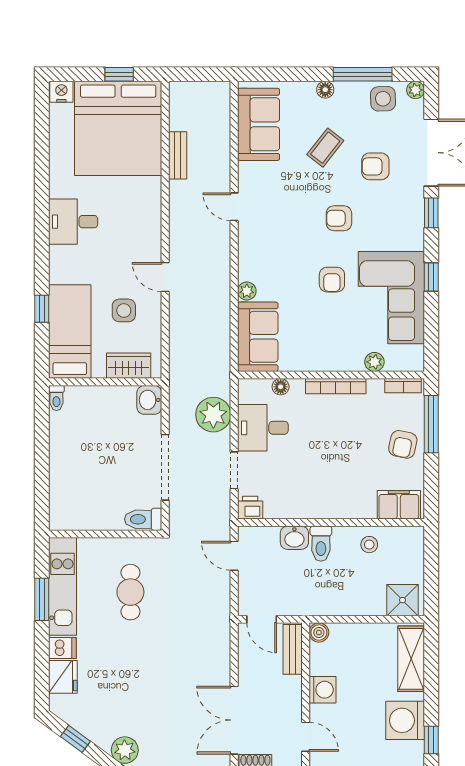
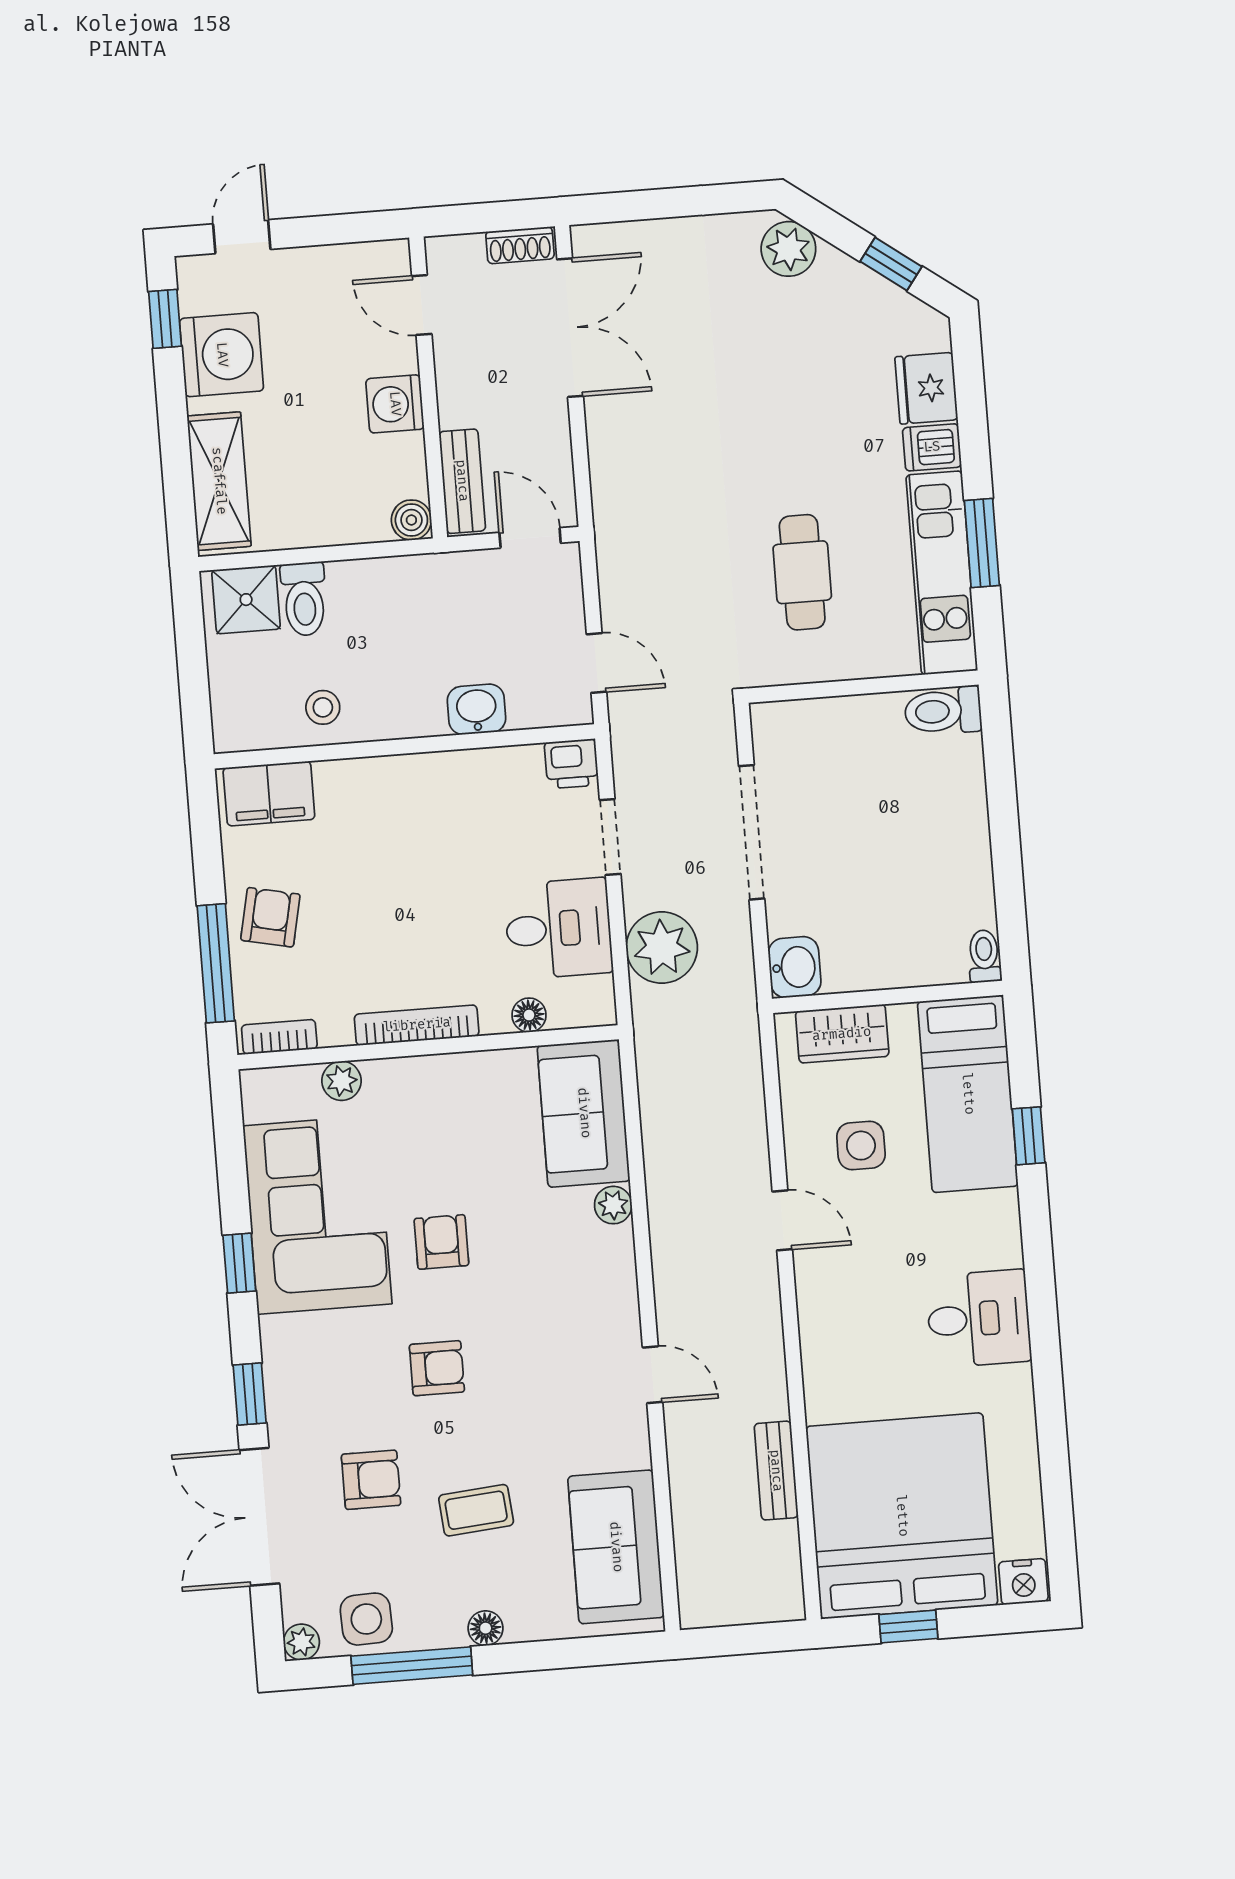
coffee table: (325, 148) -> (476, 1510), turned 47
toilet: (143, 519) -> (943, 711), moved, turned 180
toilet: (321, 544) -> (304, 599), moved, turned 180

